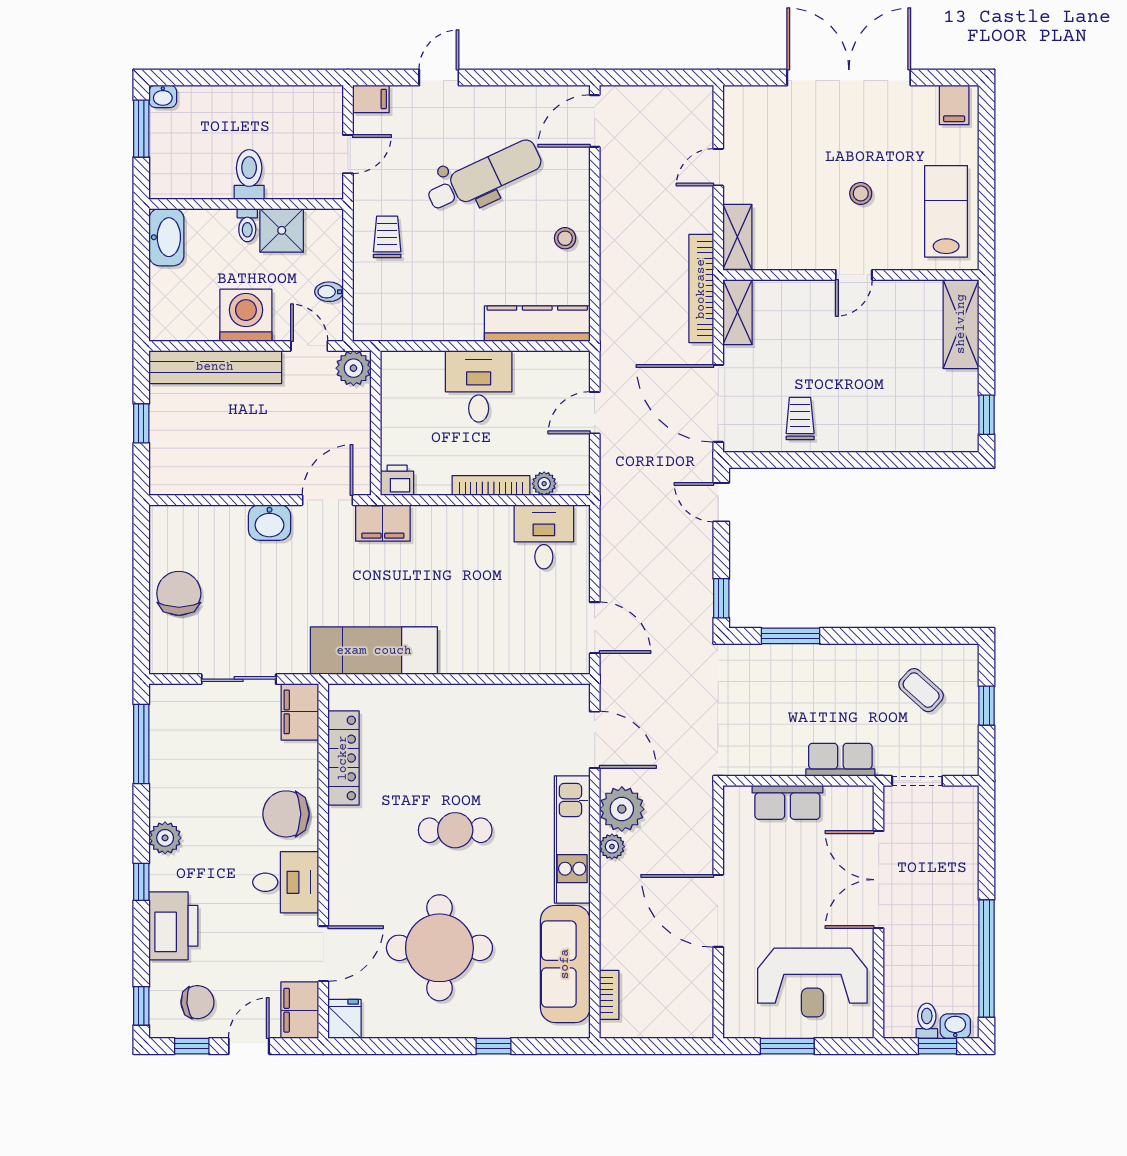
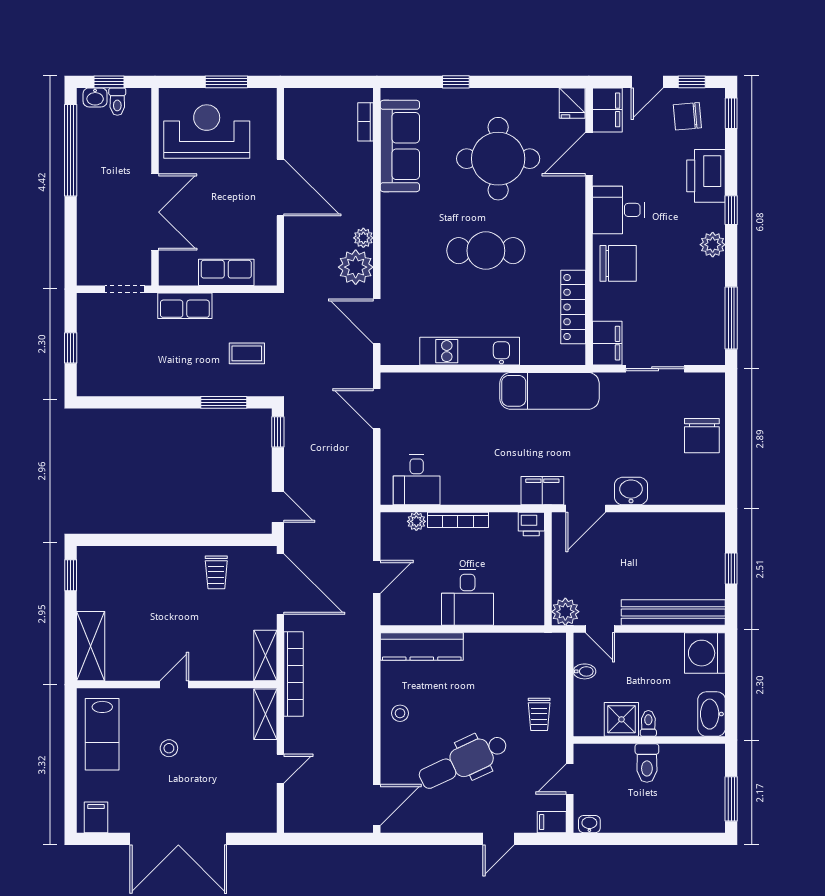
washbasin: (163, 96) -> (589, 824), moved
washing machine: (246, 315) -> (705, 653), moved, turned 90
coffee table: (921, 690) -> (247, 353), moved, turned -42
cafe table: (455, 830) -> (486, 251), width x1.37, depth x1.35
kitchen unit: (572, 839) -> (470, 351), moved, turned -90

